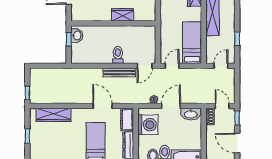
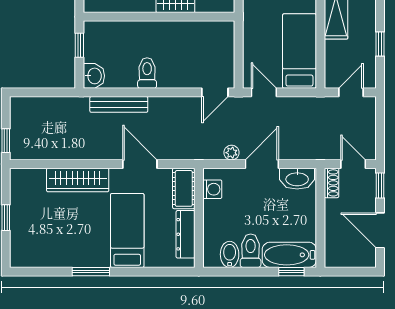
washbasin: (77, 35) -> (94, 76), moved
toilet: (118, 55) -> (147, 73), moved
door: (172, 66) -> (264, 92), hinge flipped
bench: (119, 73) -> (119, 104), moved
wardrobe: (53, 115) -> (78, 180), moved
washing machine: (148, 125) -> (212, 189), width x0.53, depth x0.53

